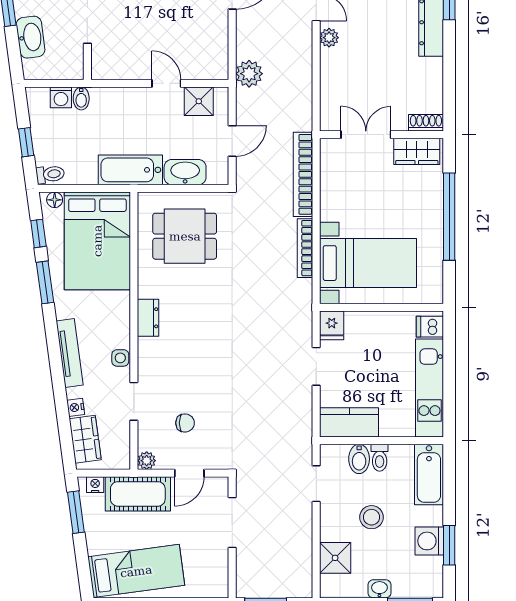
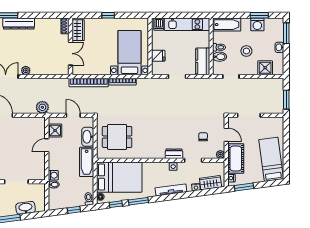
washing machine: (61, 97) -> (53, 175), moved
double door: (366, 135) -> (70, 54), swing flipped
window: (449, 217) -> (108, 15), width x0.32
dining table: (185, 236) -> (117, 137), turned 90
dresser: (148, 318) -> (174, 154), moved
fridge: (332, 325) -> (158, 56), moved

